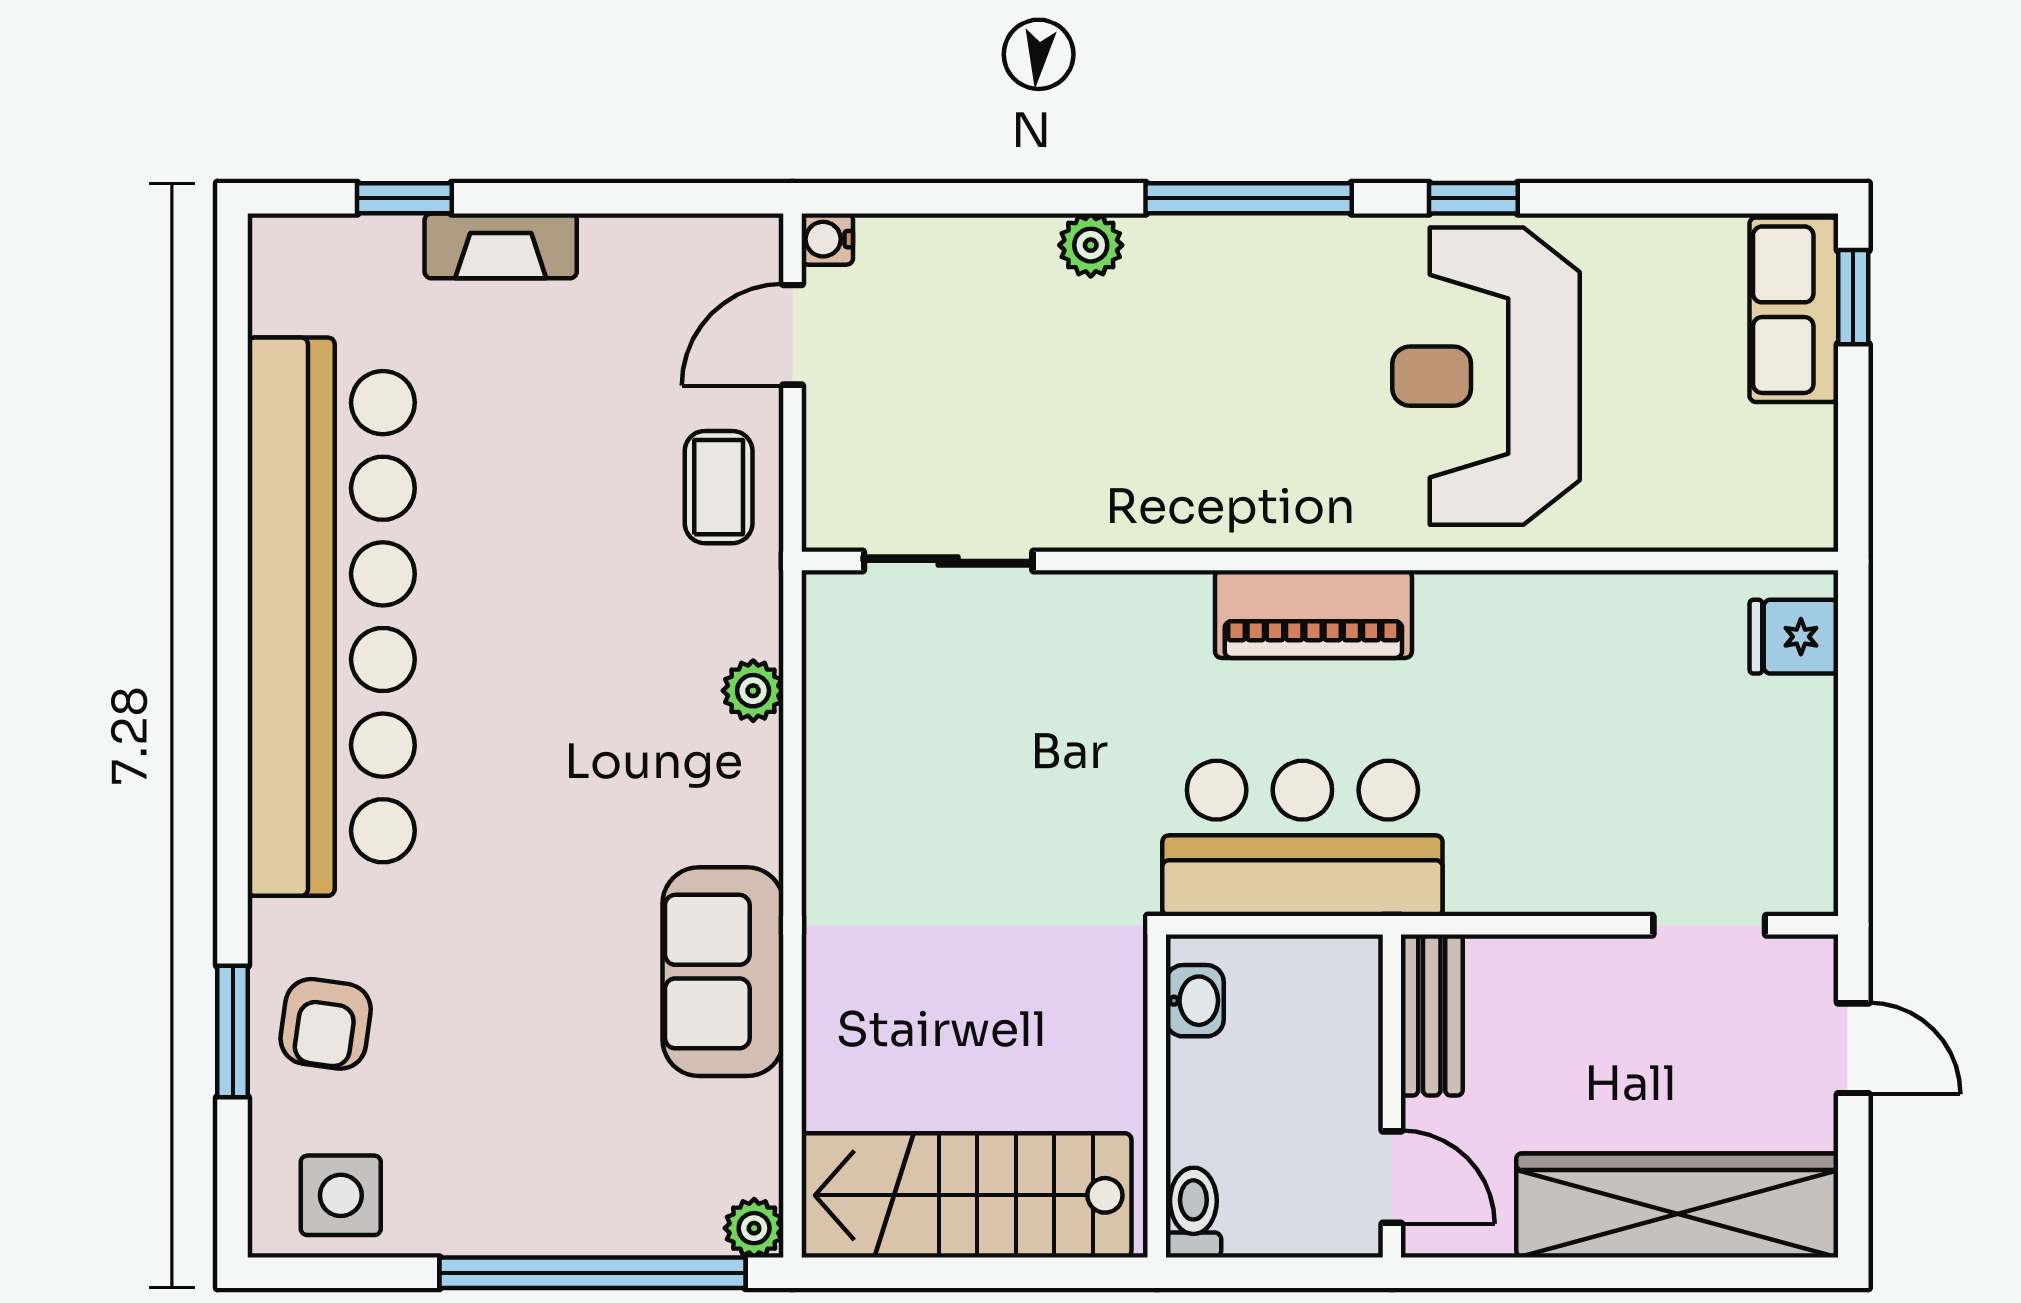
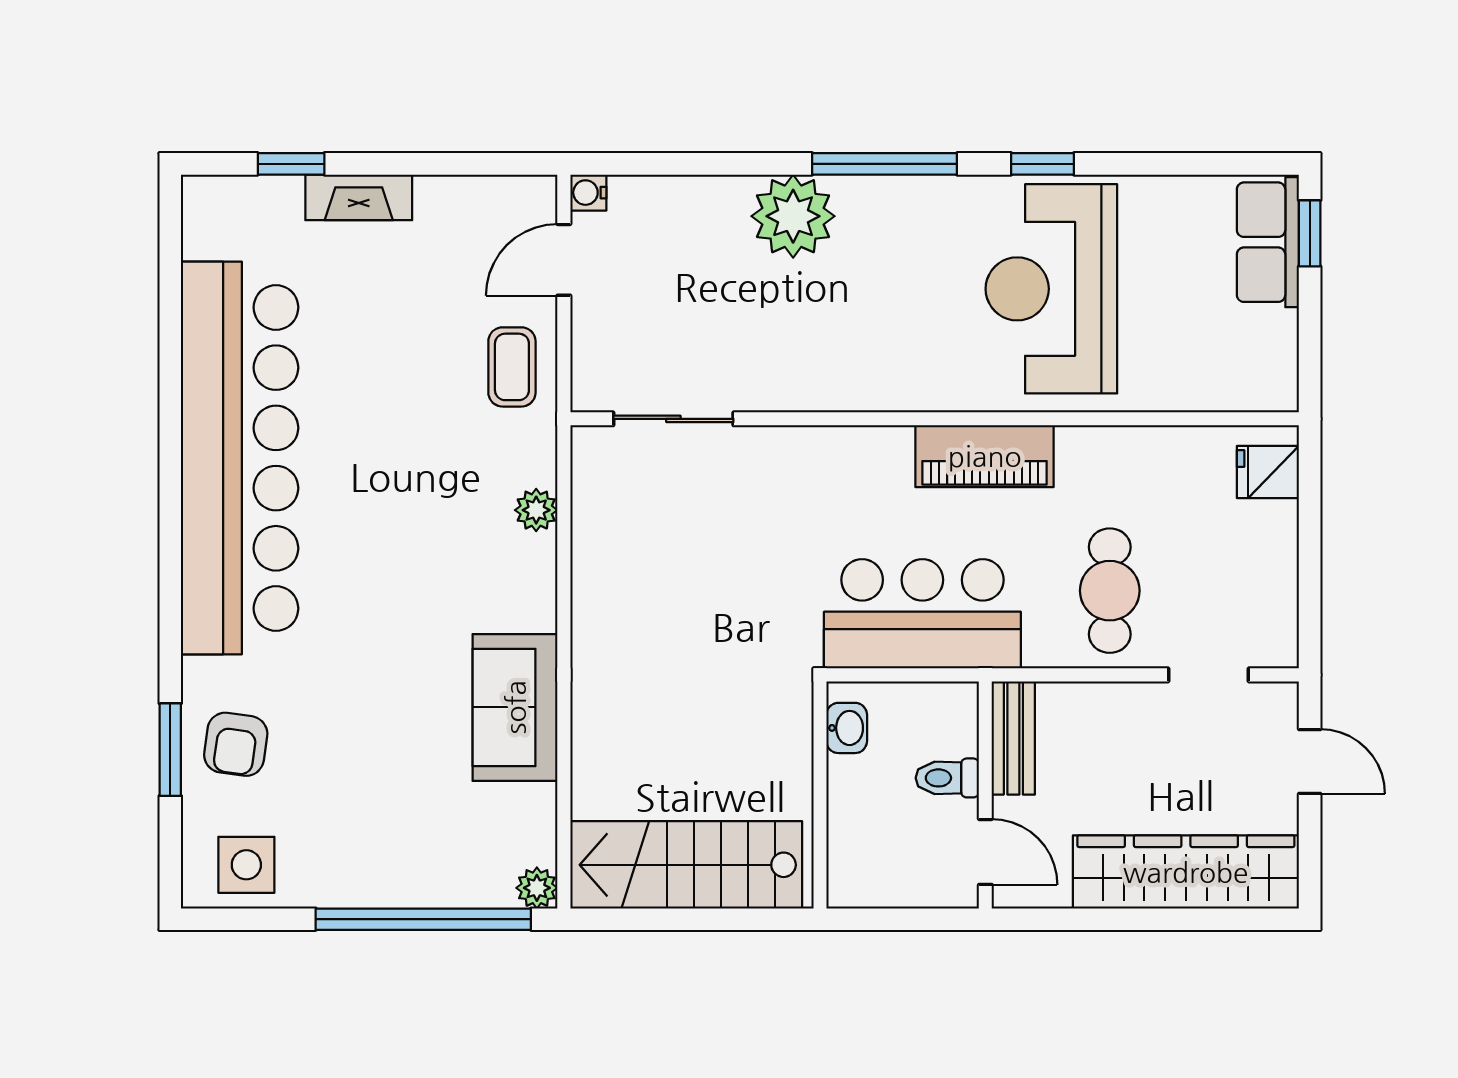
plant: (1091, 245) -> (793, 216), width x1.88, depth x1.88
piano: (1313, 614) -> (985, 456), moved
cafe table: (1569, 805) -> (1110, 591), added
toilet: (1193, 1213) -> (947, 778), moved, turned -90

